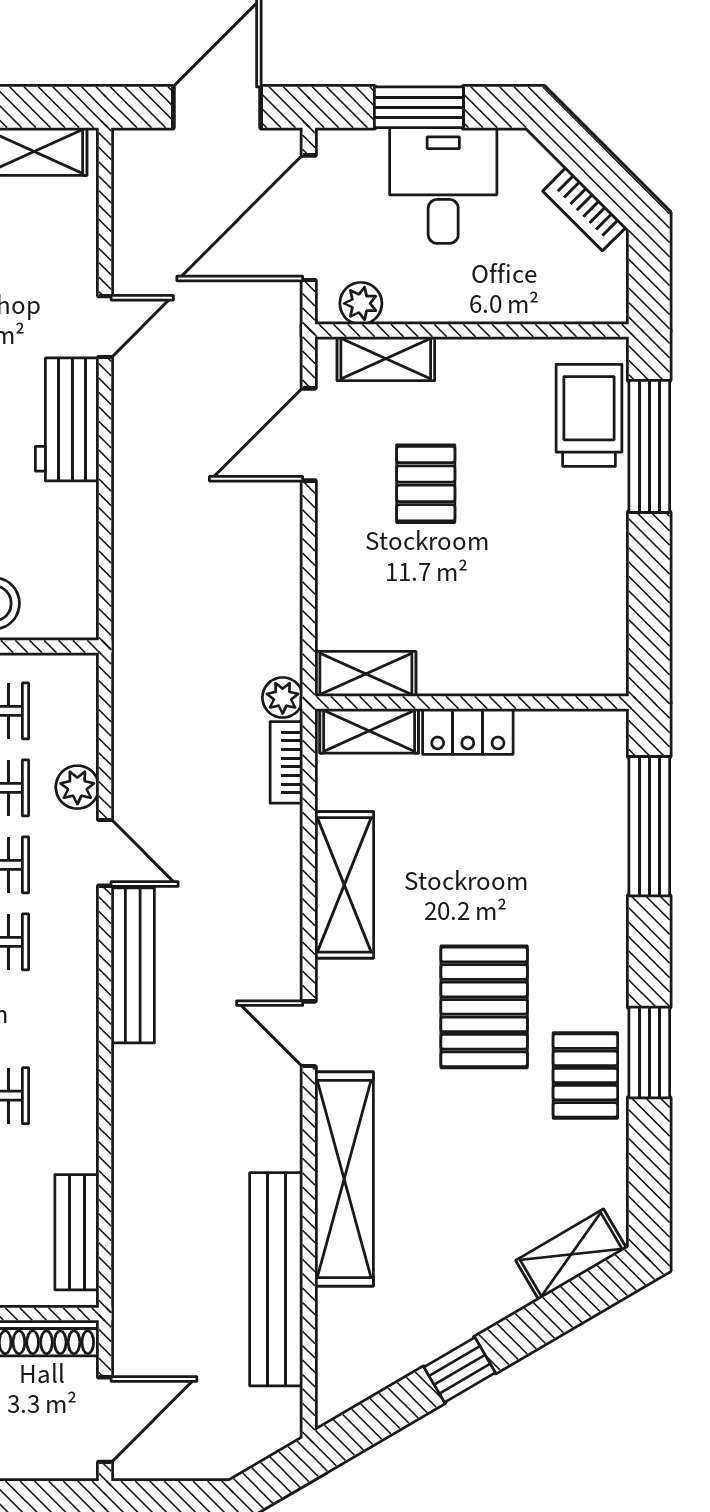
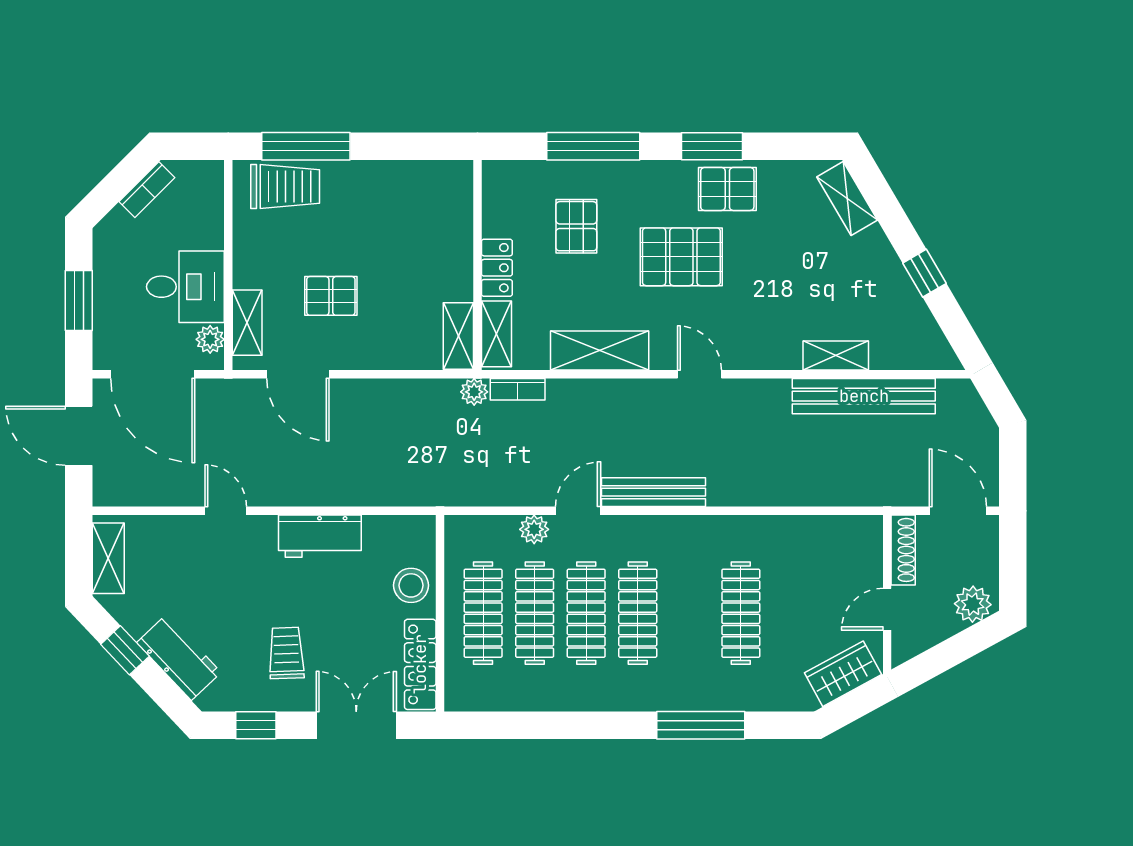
desk: (443, 186) -> (185, 287), moved, turned 180
trolley: (589, 415) -> (285, 187), turned 180
workbench: (67, 419) -> (320, 536), moved
window: (649, 826) -> (593, 146), moved
pallet: (530, 850) -> (576, 226), added
door: (309, 1034) -> (699, 374), swing flipped
shelving: (344, 1179) -> (836, 355), width x0.45, depth x0.75
bench: (77, 1232) -> (832, 530), removed

